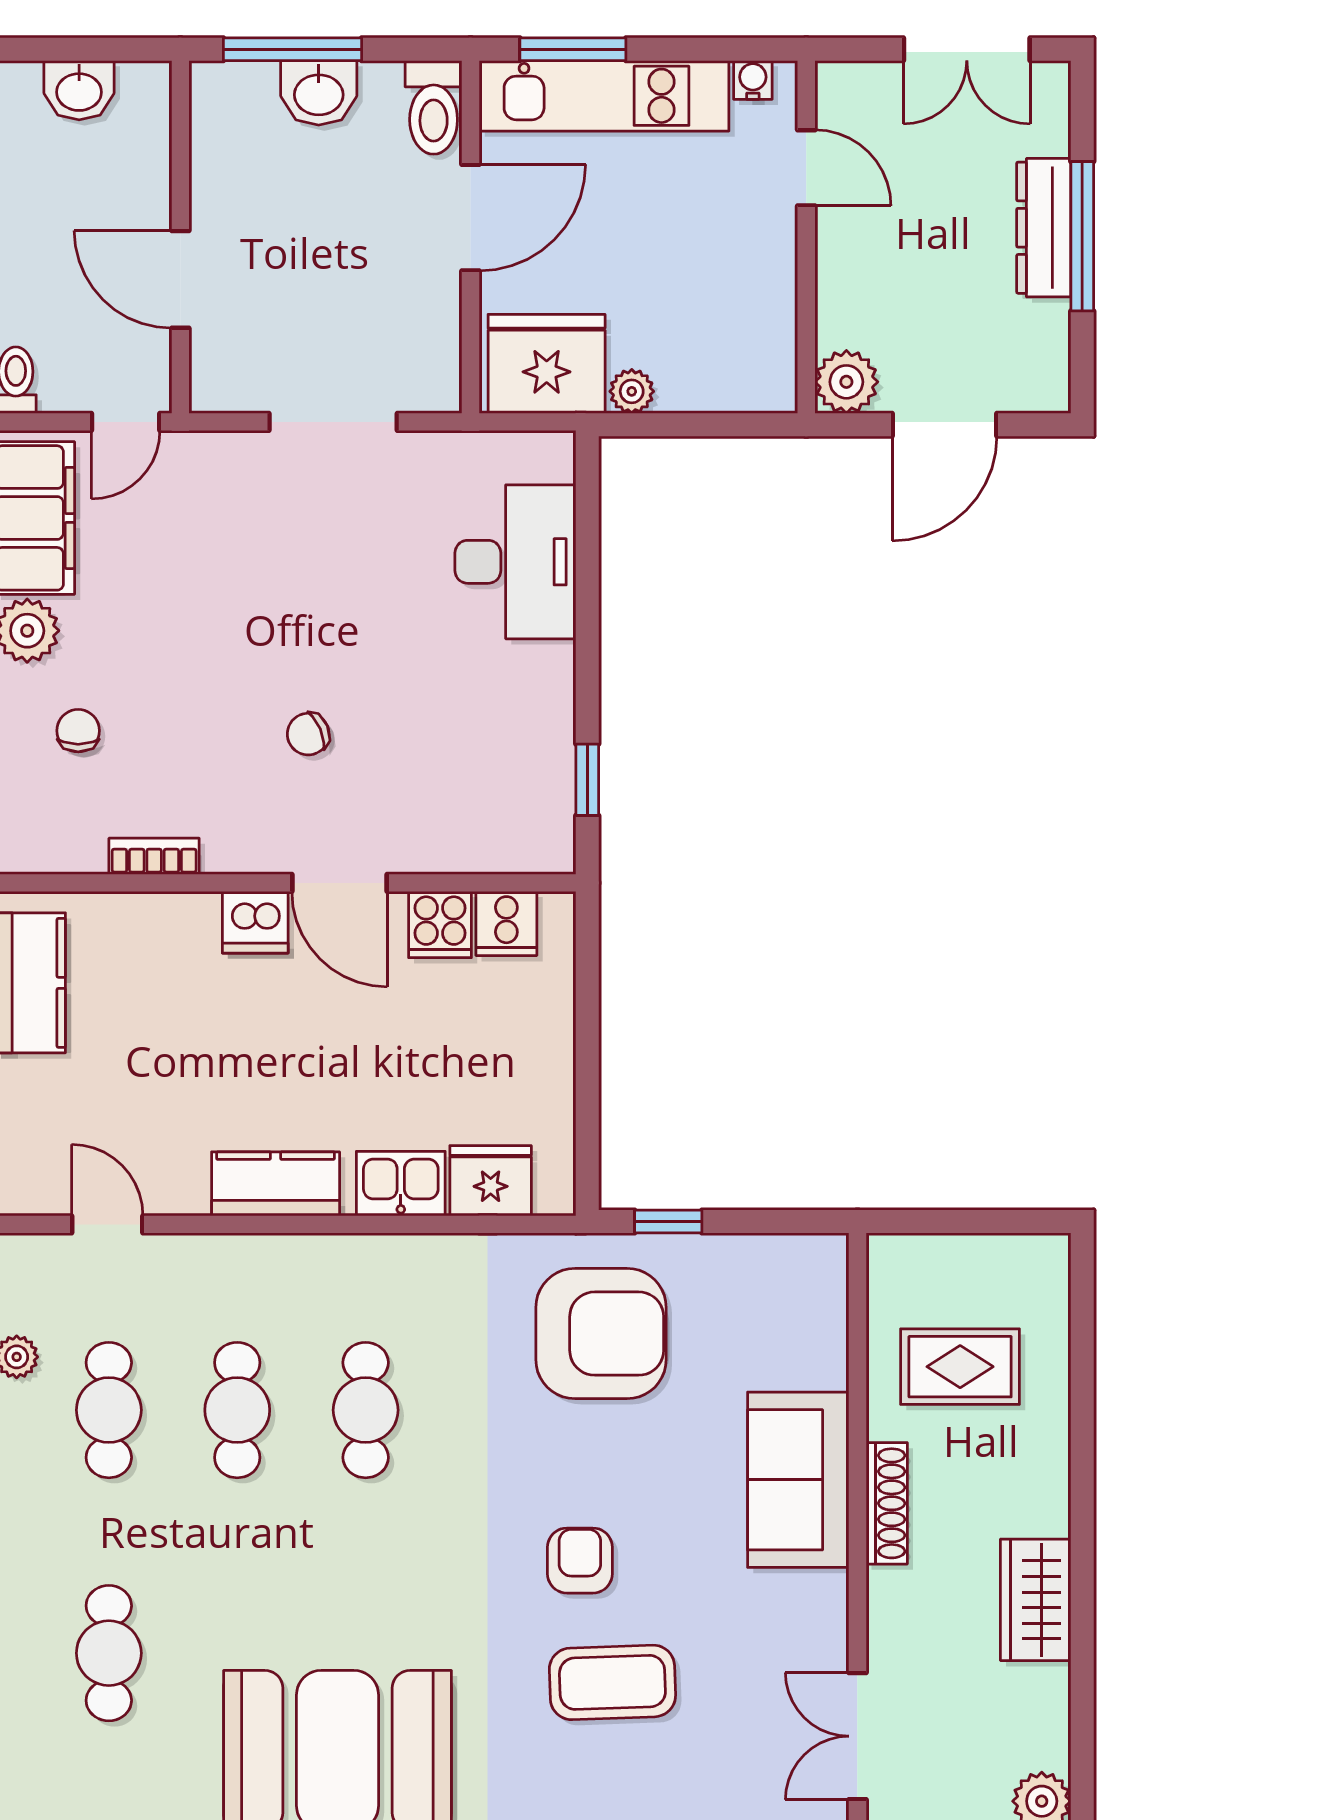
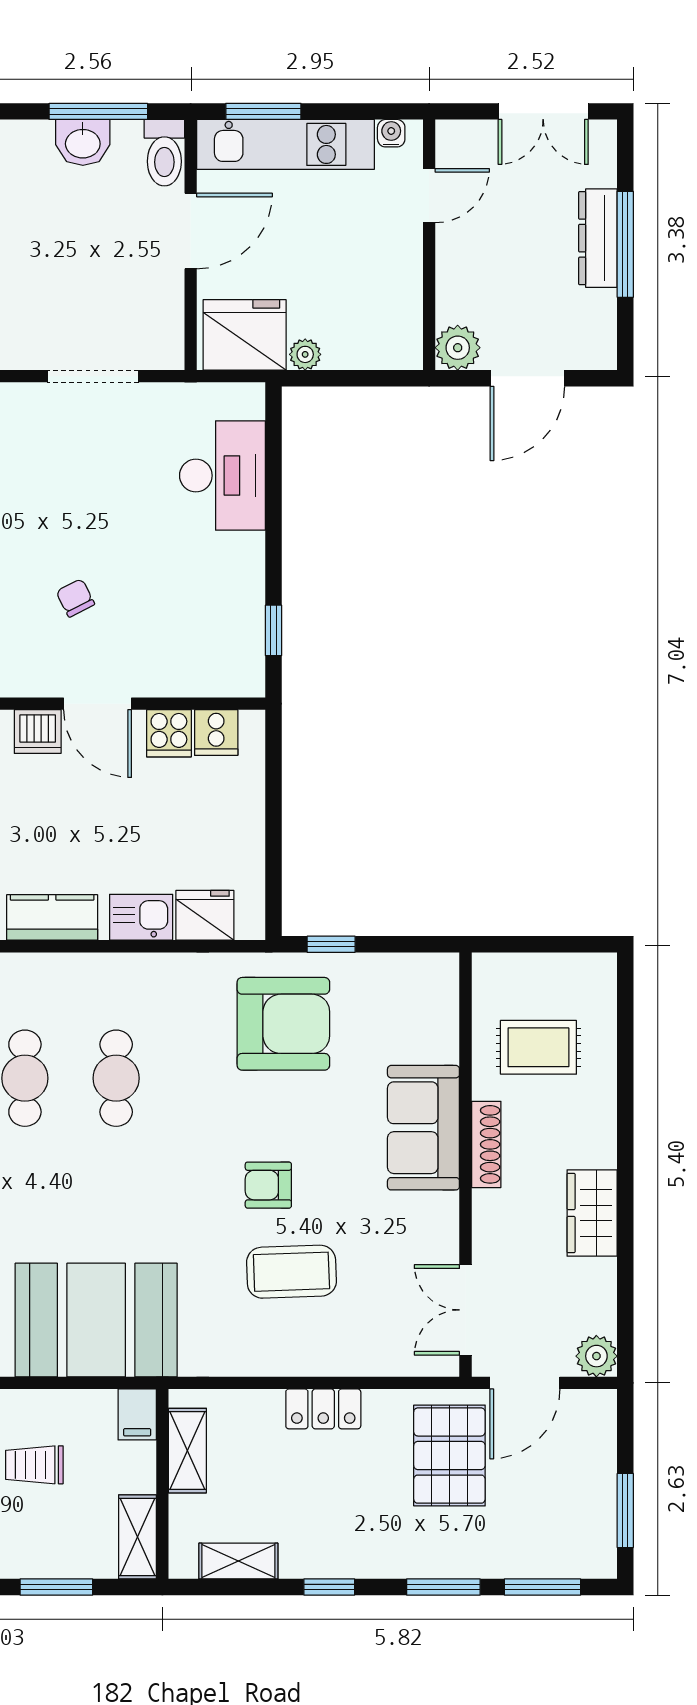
window: (293, 49) -> (98, 111), moved
door: (806, 168) -> (429, 196), hinge flipped
chair: (308, 734) -> (75, 598), turned 86
armchair: (580, 1561) -> (268, 1185), turned -90

